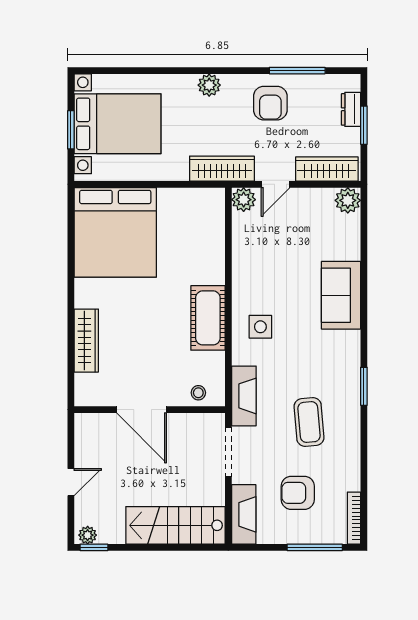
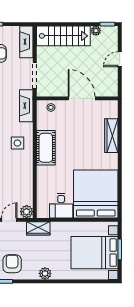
wardrobe: (222, 169) -> (38, 228), width x0.67
desk: (180, 211) -> (61, 206), added
plant: (88, 535) -> (96, 31), moved

